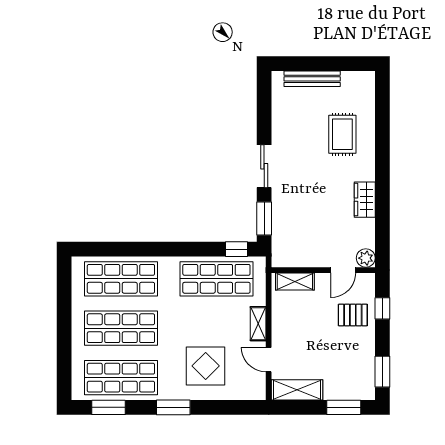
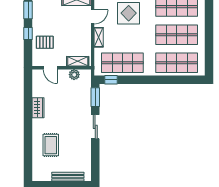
plant: (366, 258) -> (74, 75), moved
door: (343, 270) -> (50, 68), swing flipped
window: (382, 308) -> (28, 33), moved
door: (269, 360) -> (93, 17), hinge flipped

